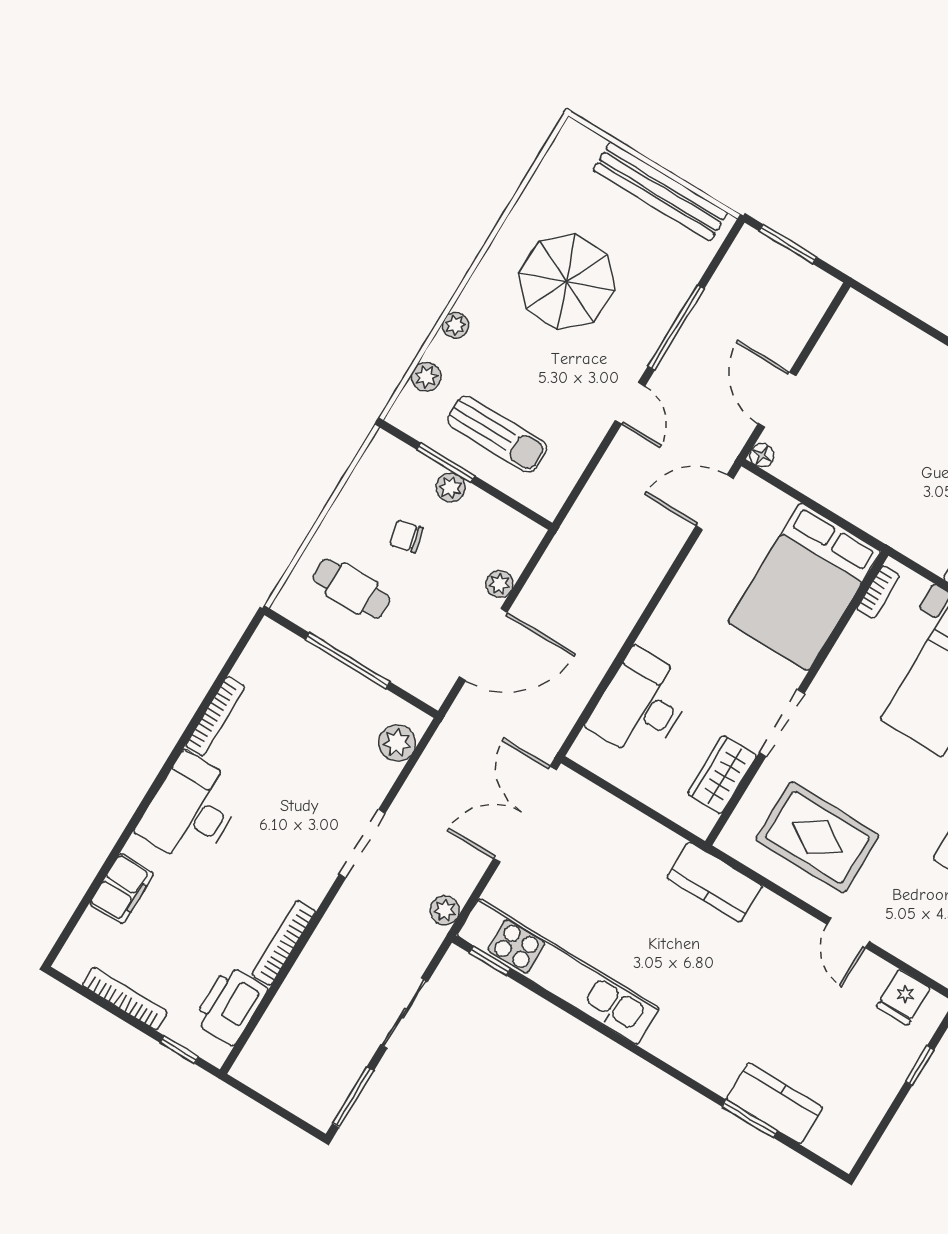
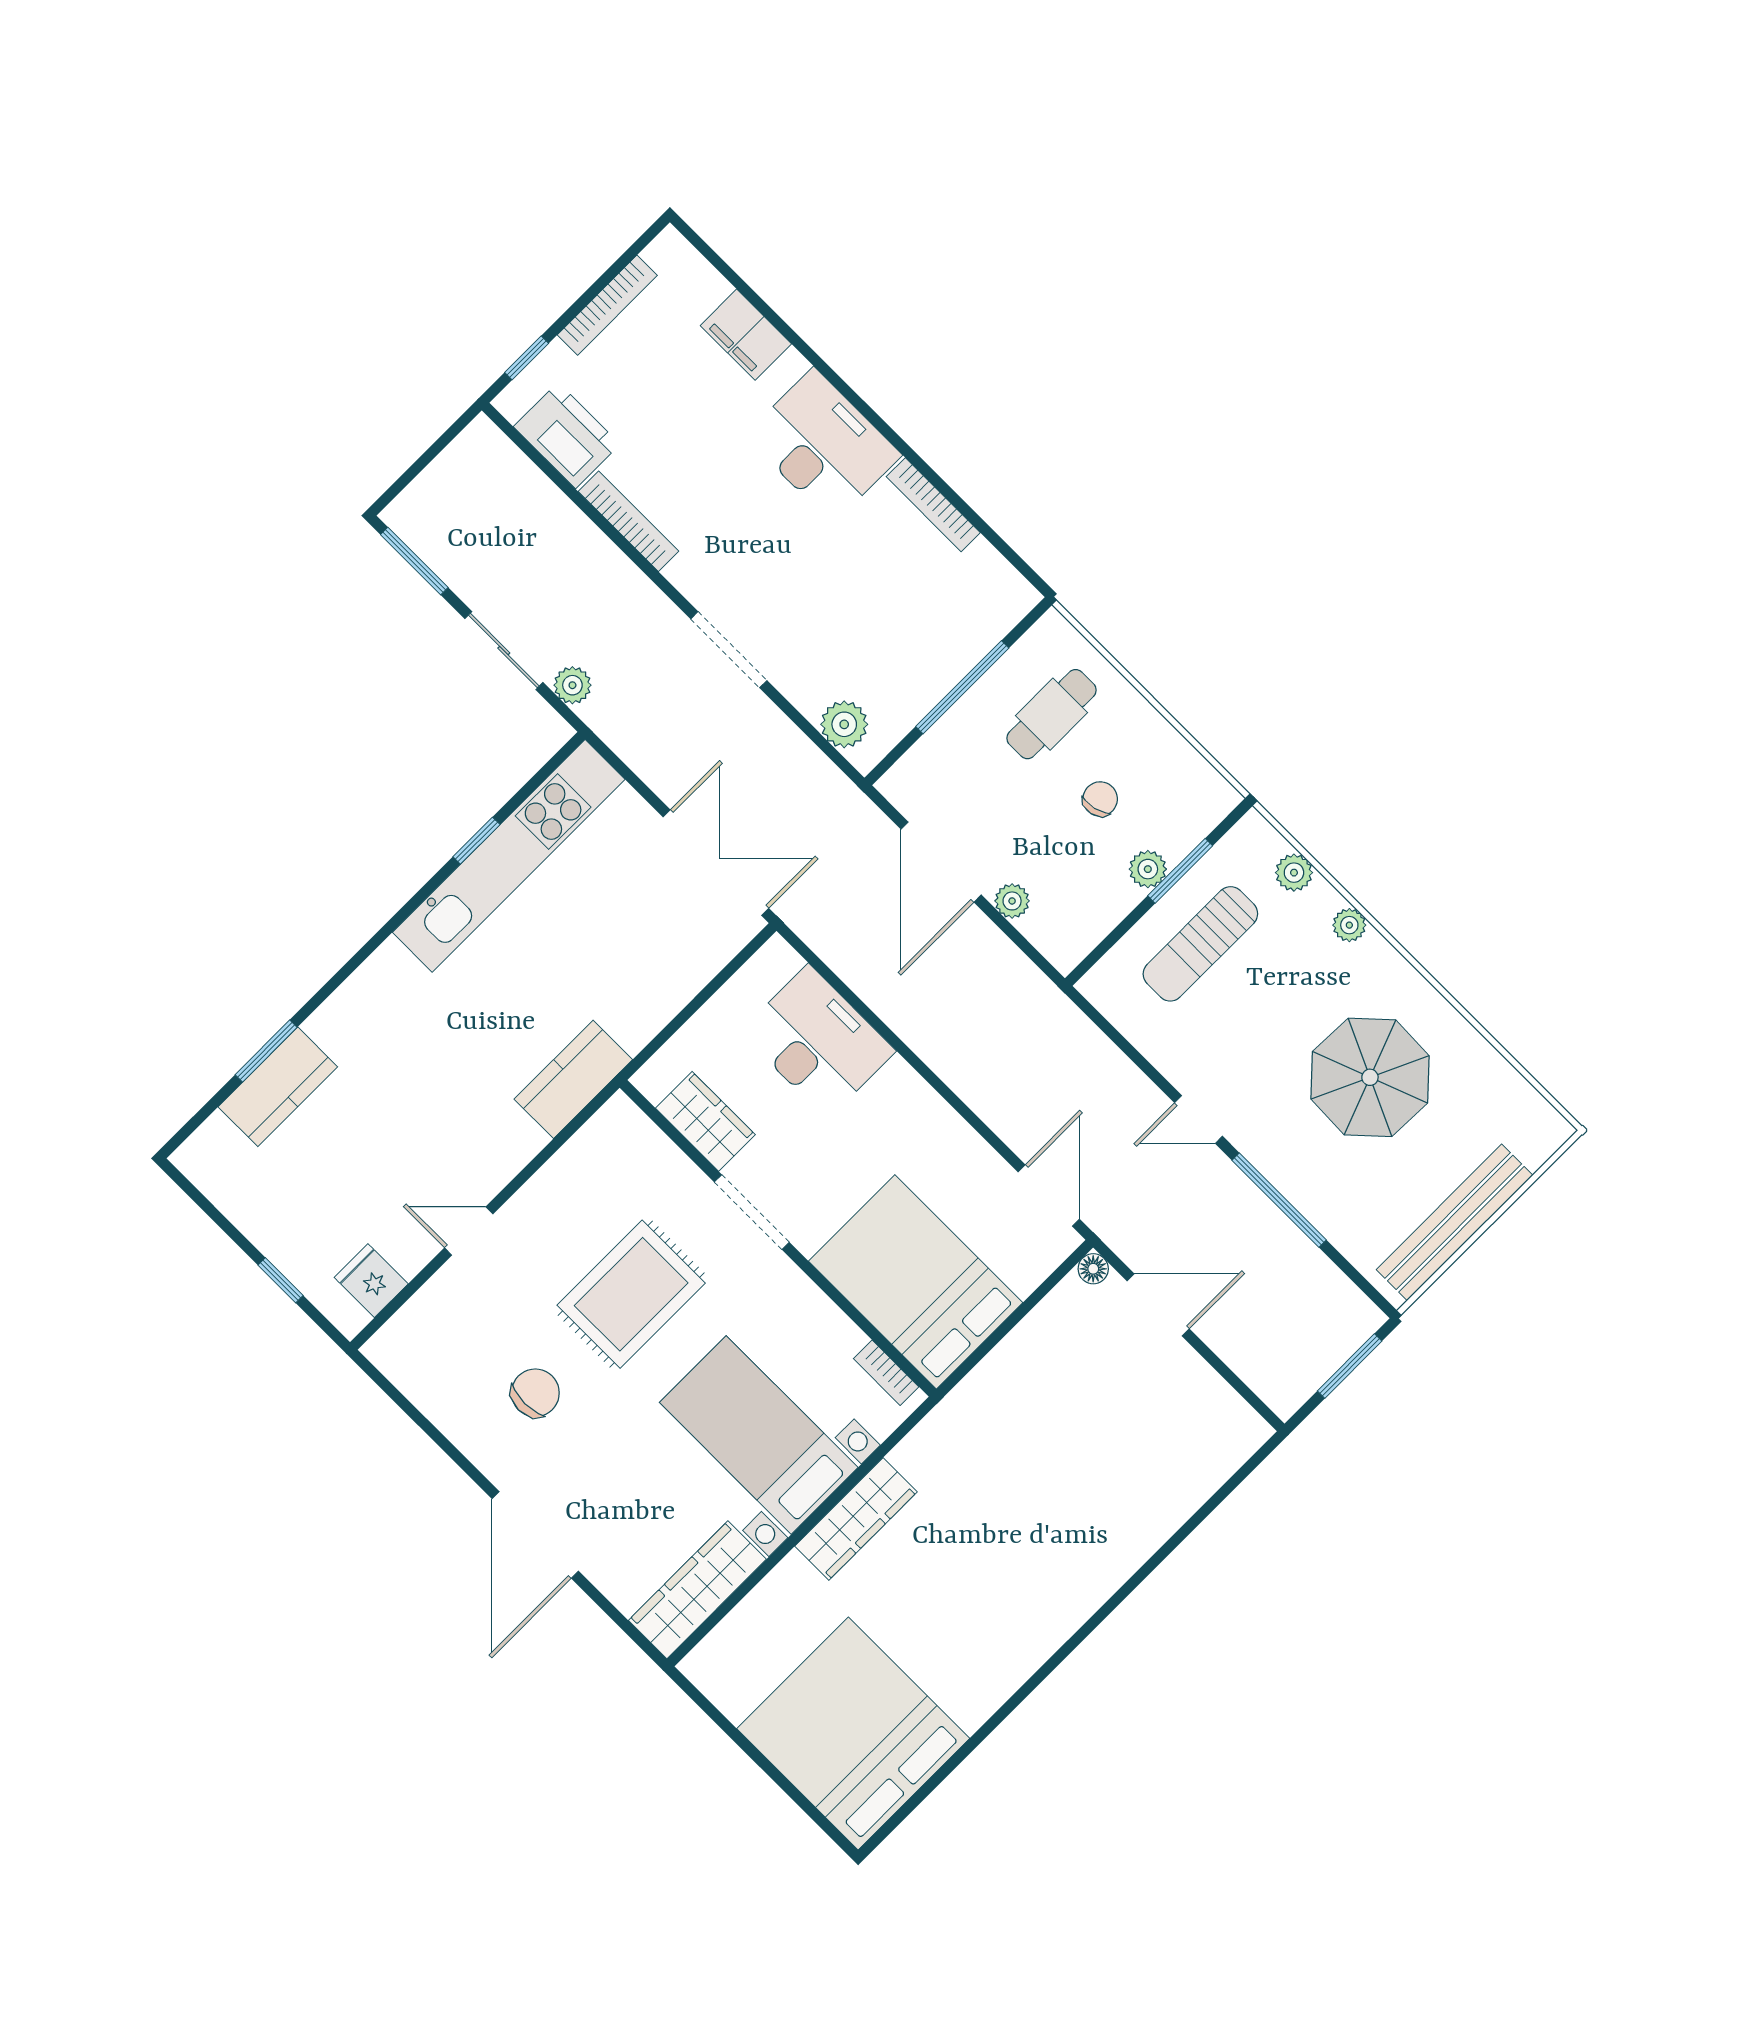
rug: (817, 837) -> (631, 1294), moved
plant: (445, 910) -> (572, 685), moved
window: (490, 961) -> (476, 841), moved

